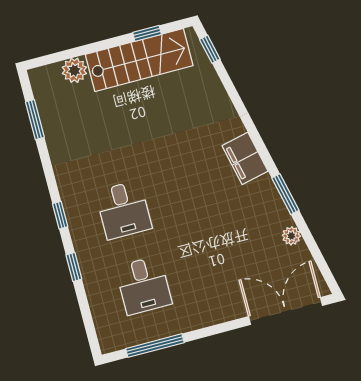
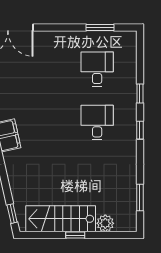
window: (147, 33) -> (75, 235), moved
window: (155, 346) -> (100, 27), width x0.69

